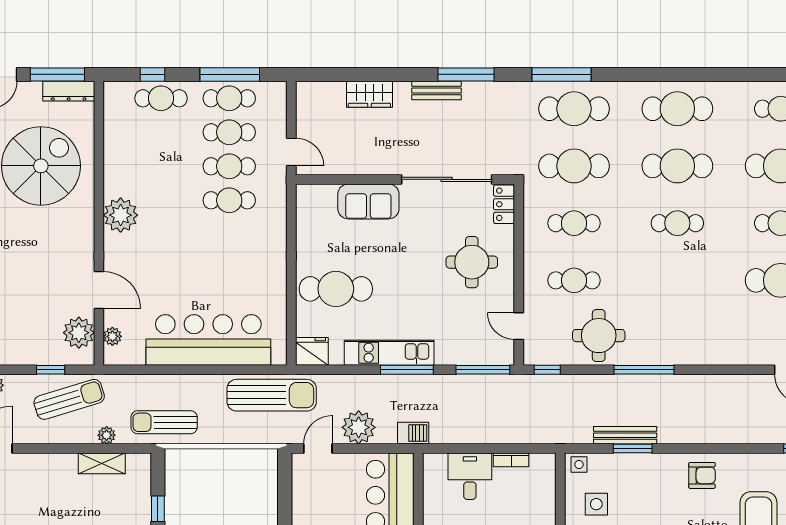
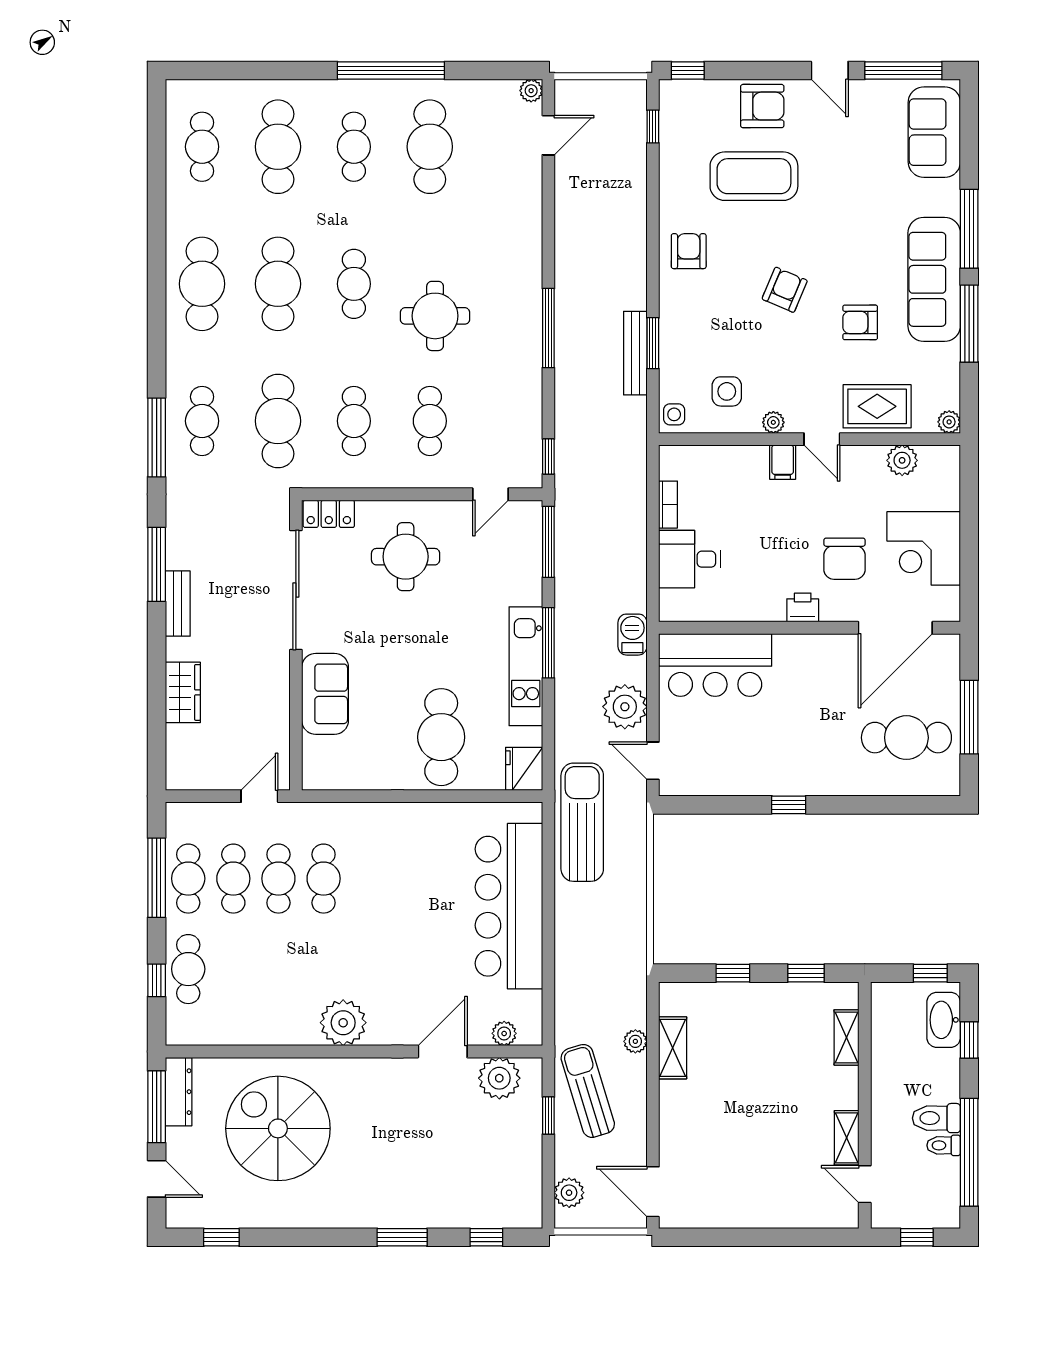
cafe table: (574, 109) -> (202, 421), width x0.73, depth x0.74
round table: (599, 336) -> (435, 316), moved
sun lounger: (164, 422) -> (618, 965), removed

